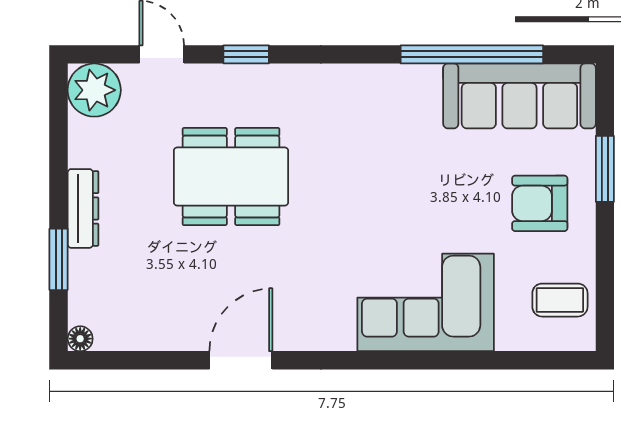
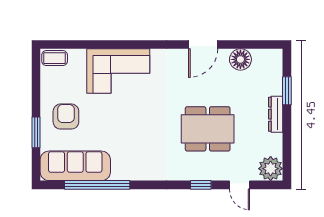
armchair: (540, 203) -> (66, 117), turned -90
coffee table: (560, 300) -> (55, 58), moved
floor lamp: (80, 339) -> (240, 59), moved, width x1.89, depth x1.89

